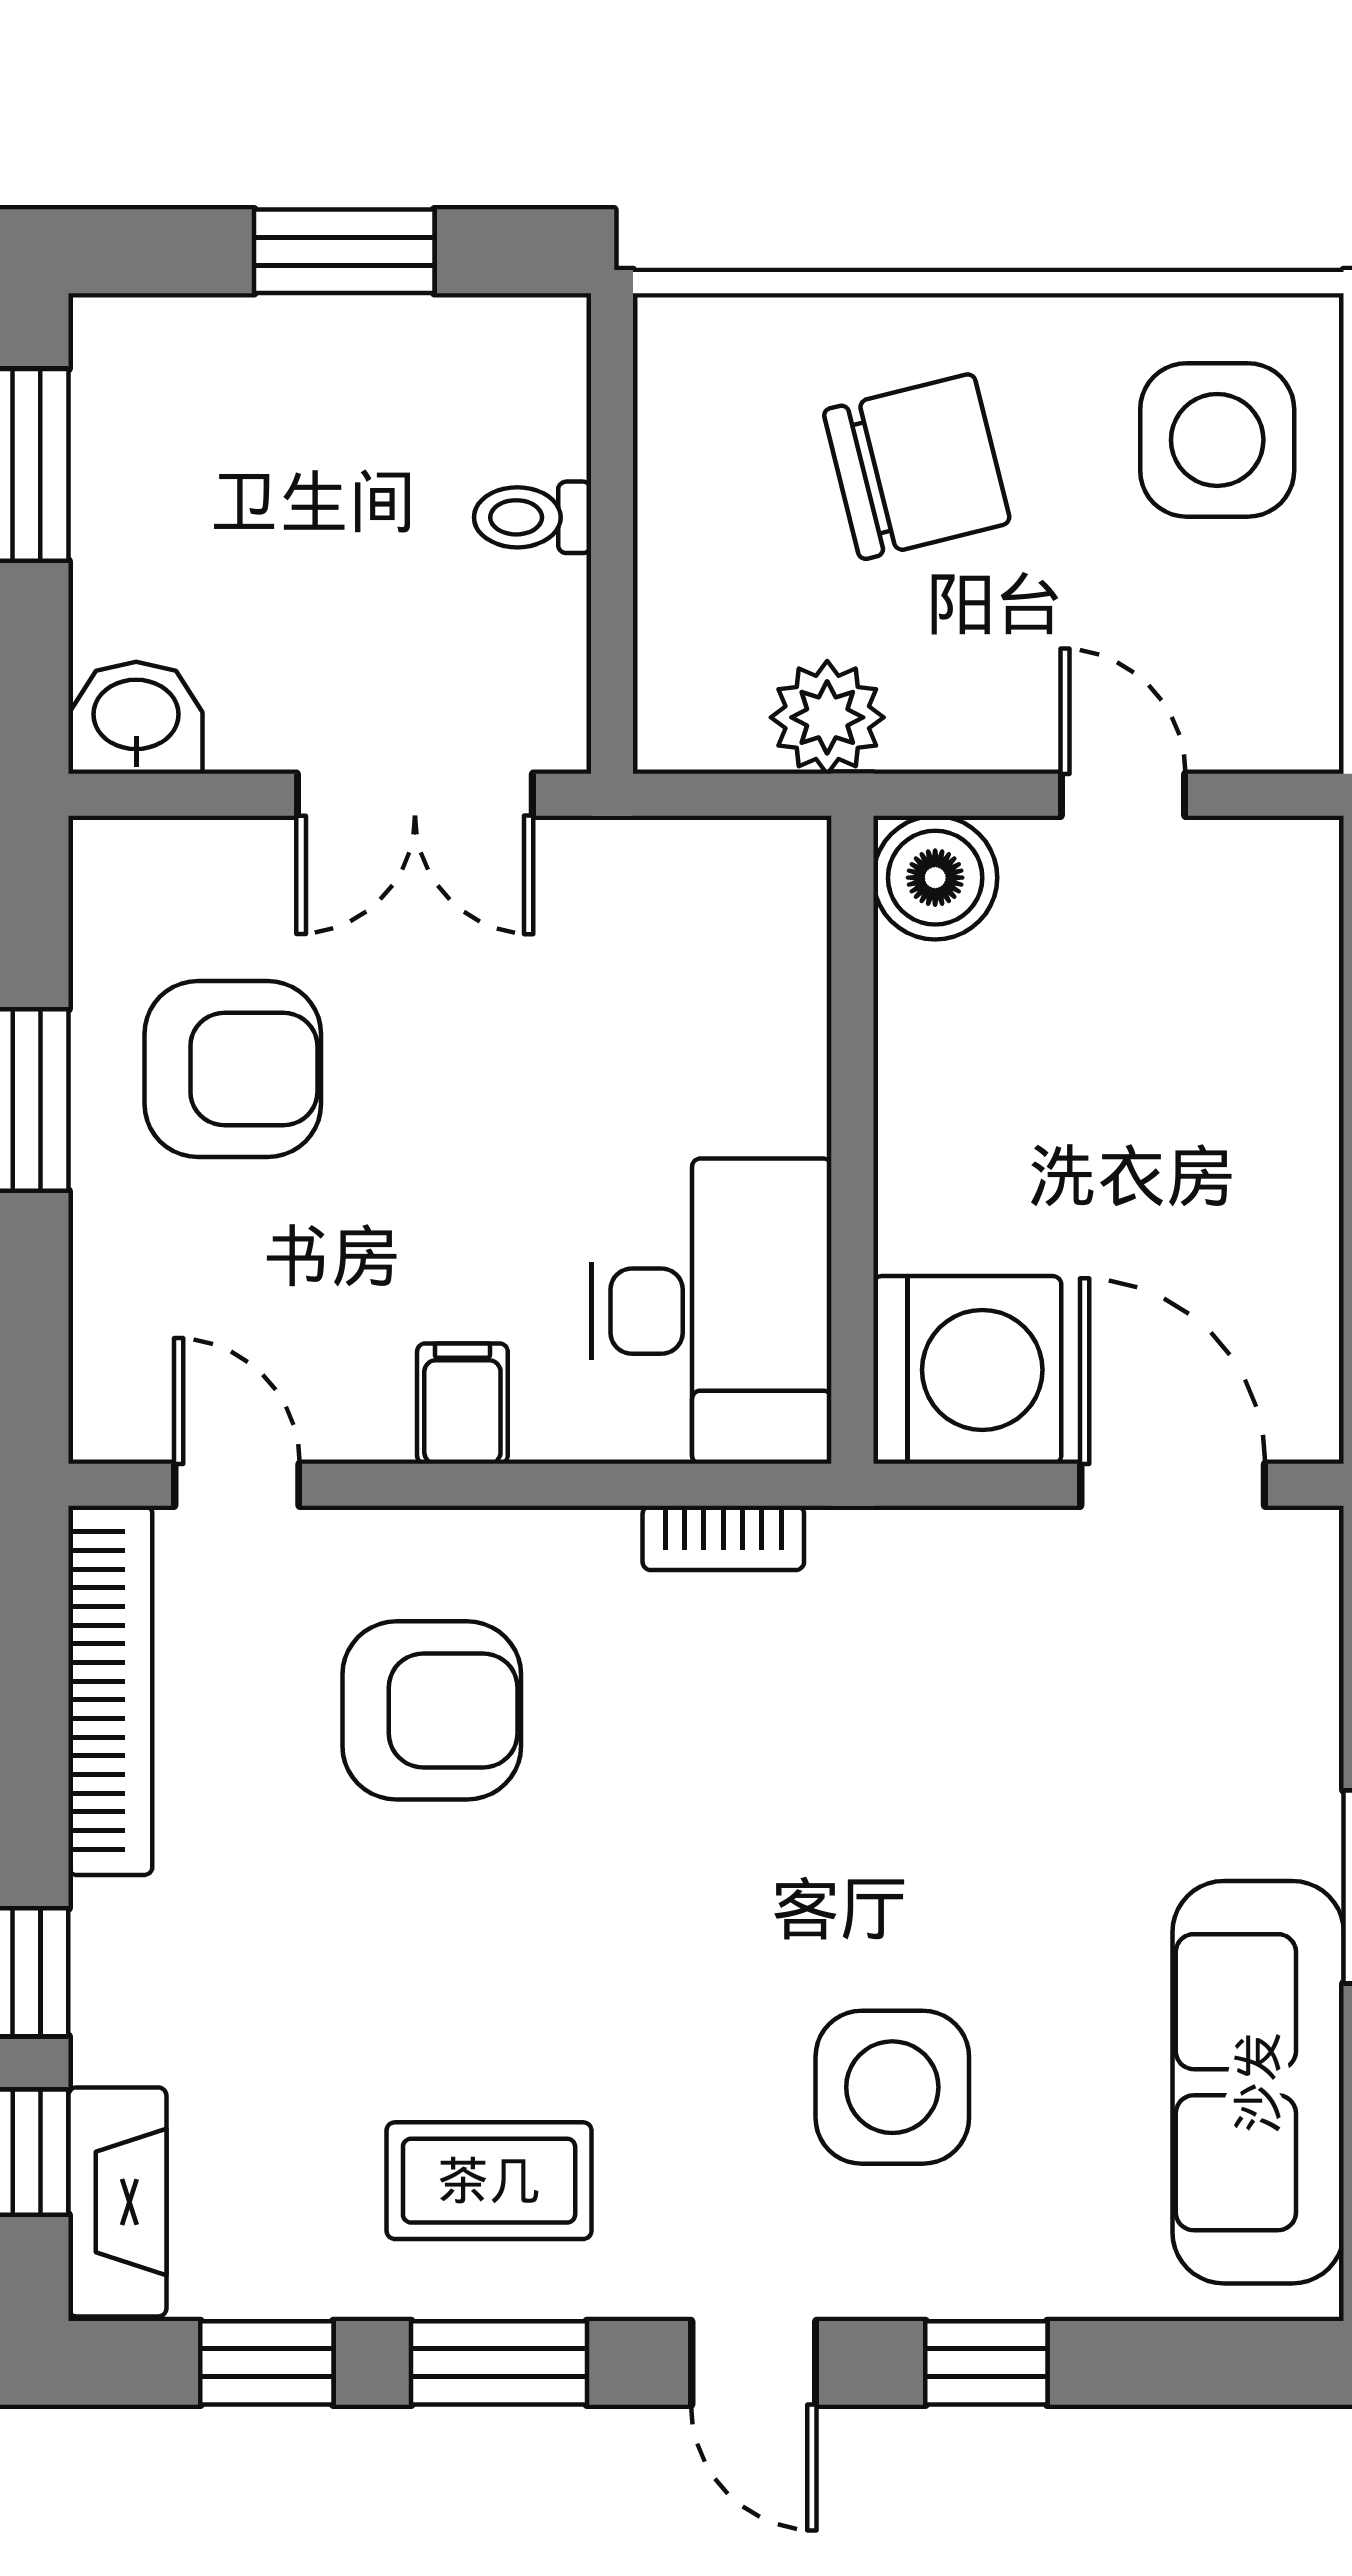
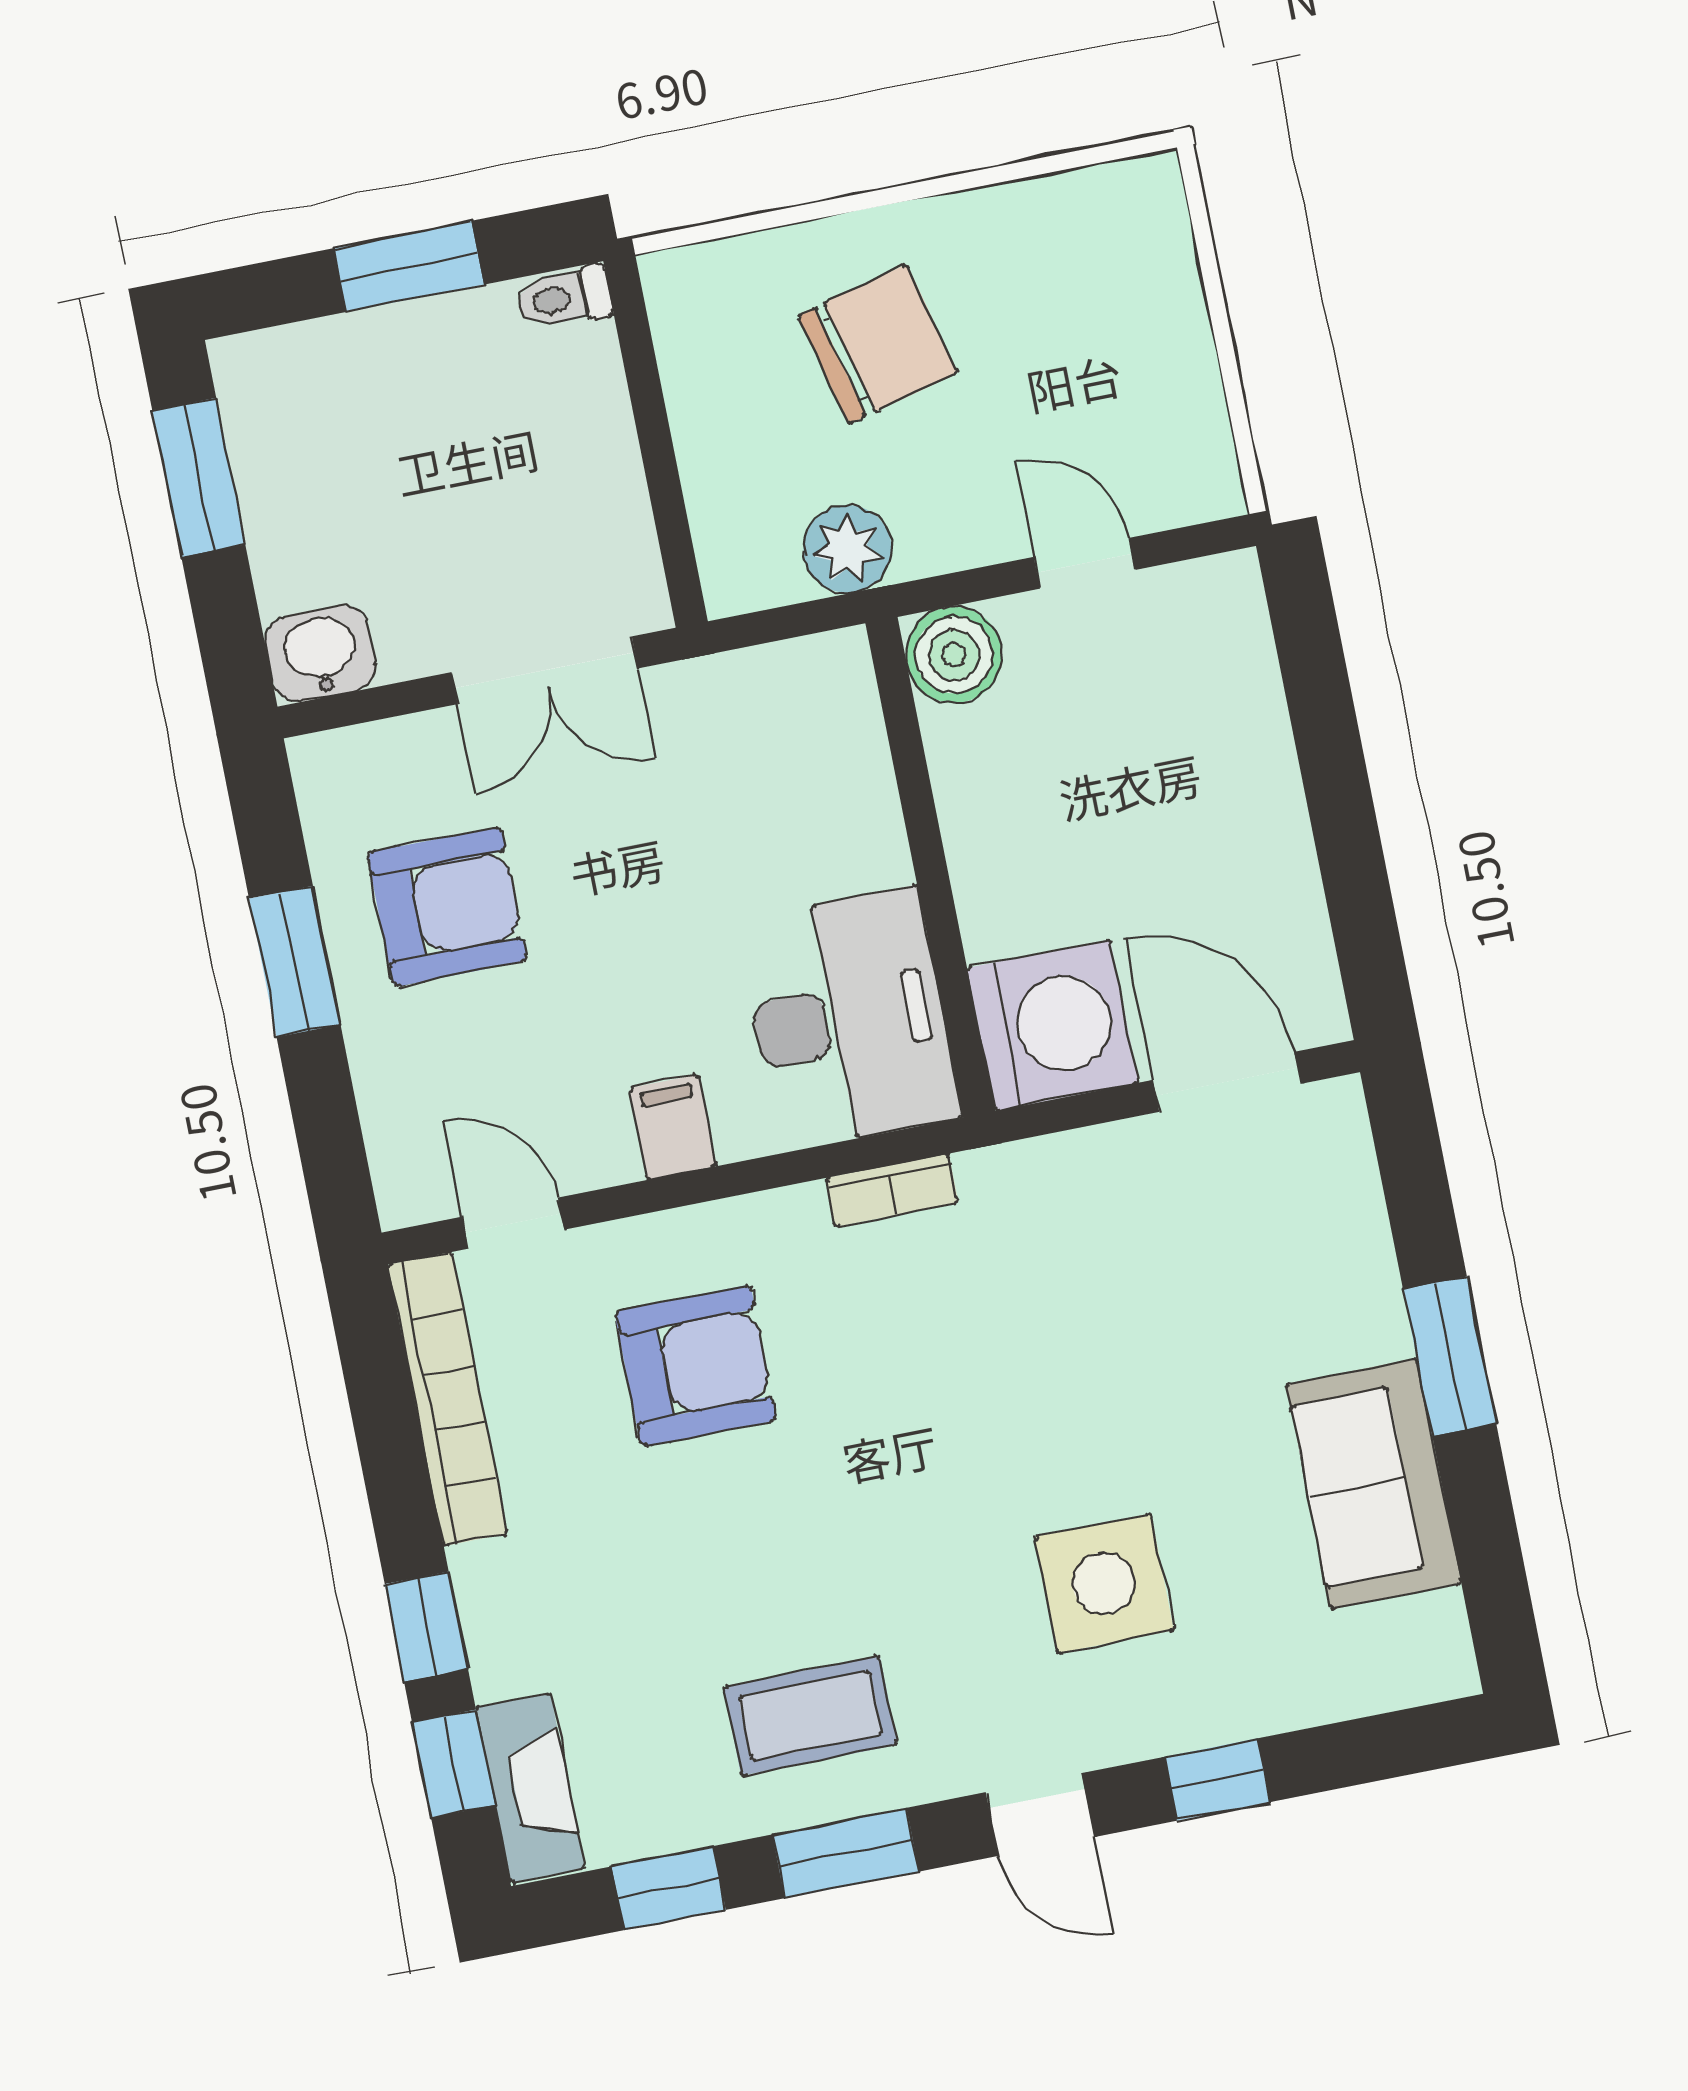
side table: (1217, 440) -> (1103, 279), removed
toilet: (533, 517) -> (564, 298), moved
sofa: (1258, 2082) -> (1374, 1484), width x0.73

